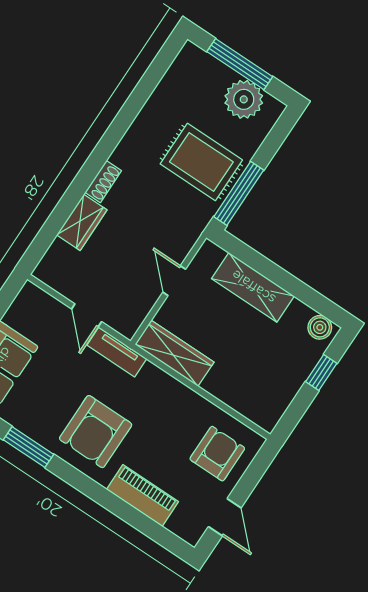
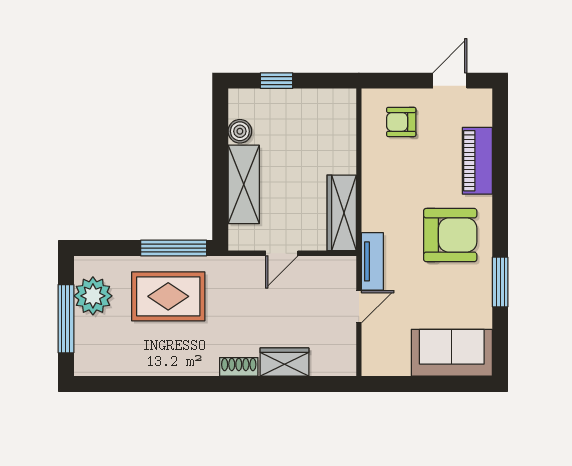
rug: (201, 162) -> (168, 296), turned 90
boiler: (320, 327) -> (240, 131), moved
armchair: (217, 454) -> (401, 122), width x0.72, depth x0.72

